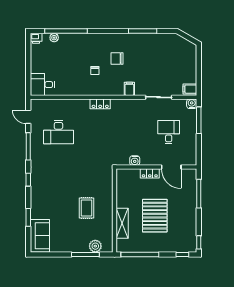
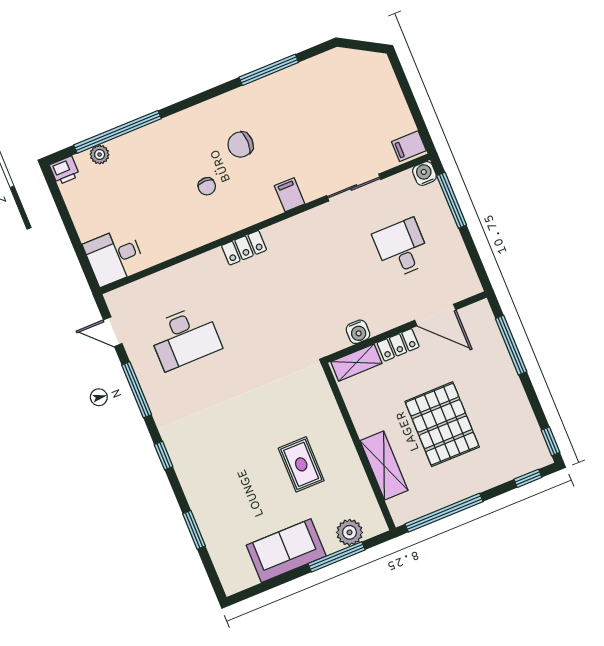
shelving: (128, 174) -> (356, 363), added
sofa: (40, 236) -> (286, 551), moved, turned -90

